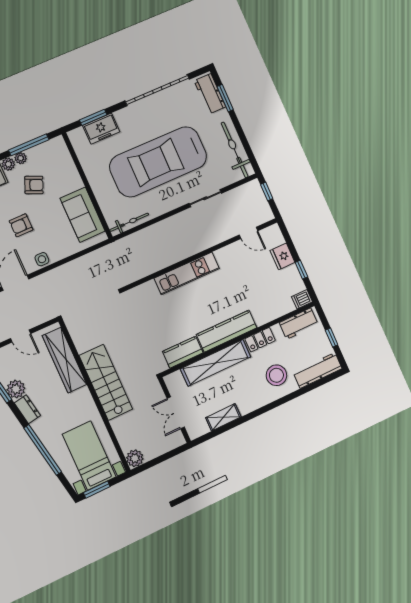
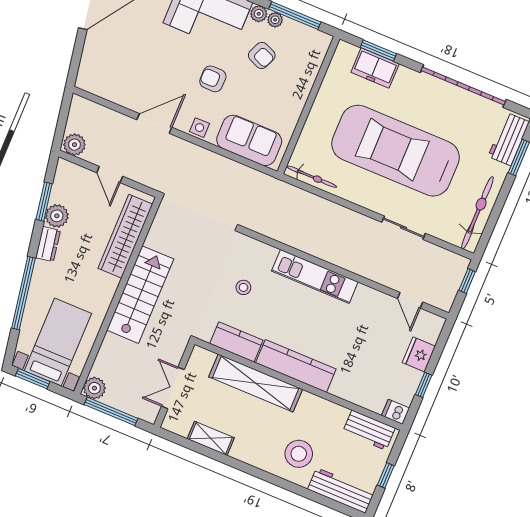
sofa: (83, 215) -> (249, 140), moved, turned 90
stool: (156, 319) -> (243, 287), added
locker: (260, 340) -> (318, 406), removed
window: (157, 461) -> (111, 411), added

